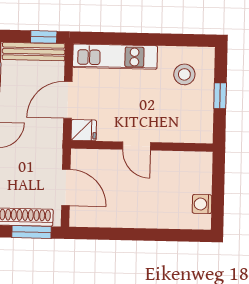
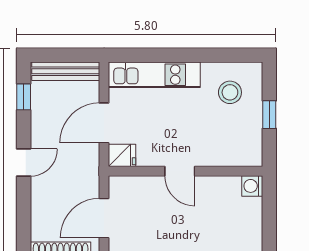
window: (44, 37) -> (76, 55), removed
door: (66, 187) -> (104, 218), swing flipped
washing machine: (202, 204) -> (252, 186), moved

